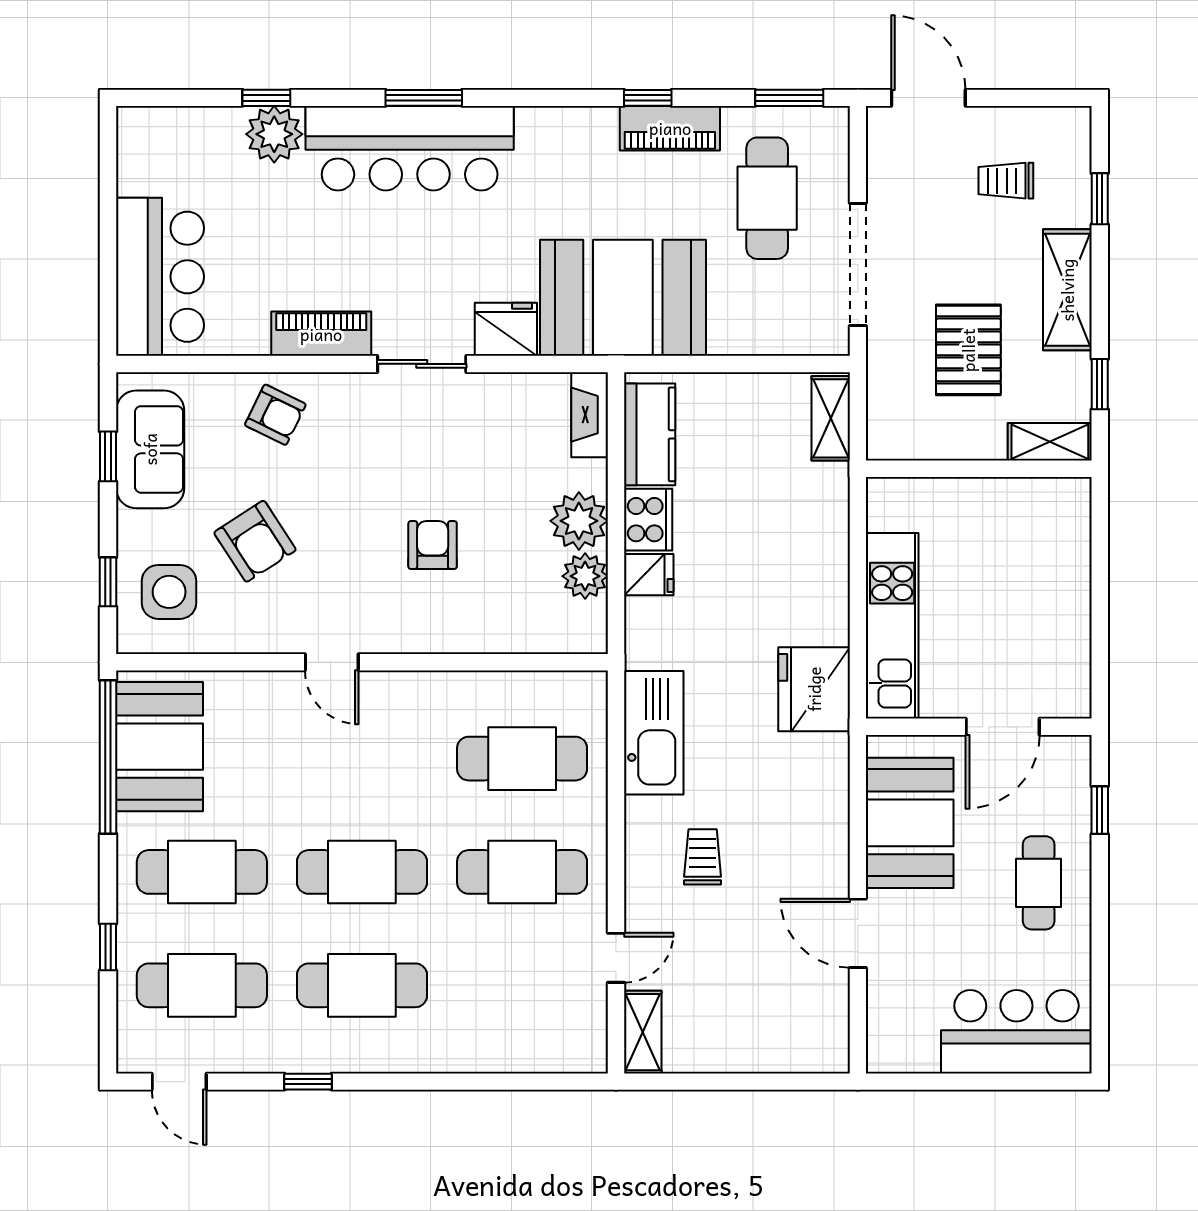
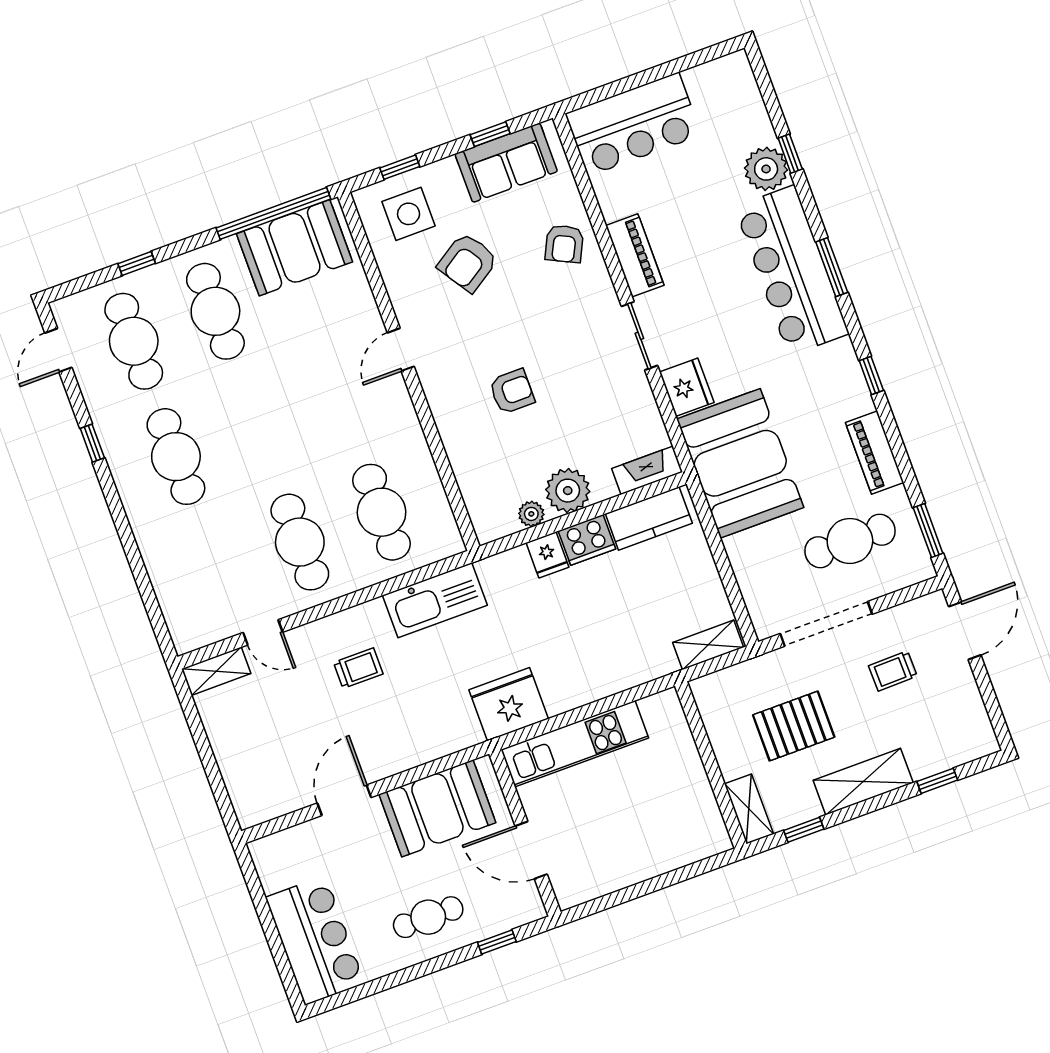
window: (648, 98) -> (871, 375), moved
trolley: (1006, 181) -> (893, 671), moved, turned -91
plant: (585, 576) -> (531, 514), width x0.73, depth x0.73
cafe table: (362, 872) -> (258, 427), removed

